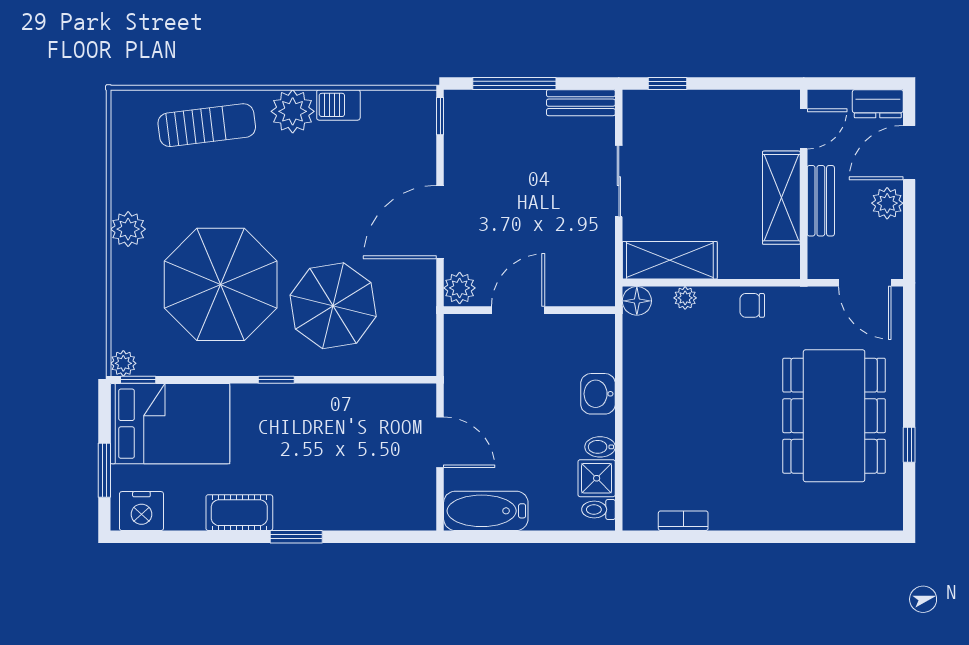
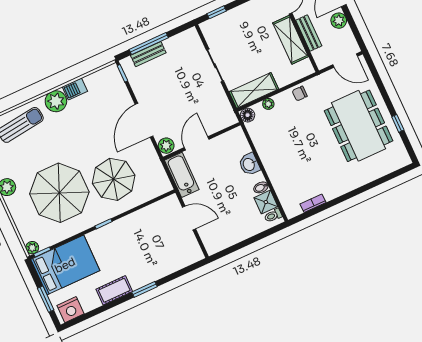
bench: (581, 103) -> (148, 54), moved
bathtub: (486, 511) -> (182, 175), moved, turned 90

